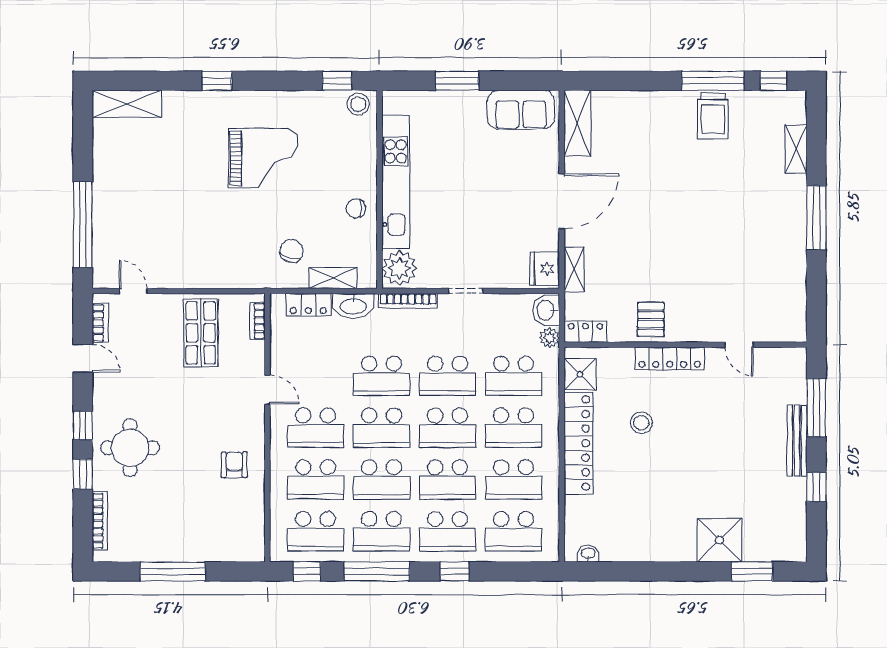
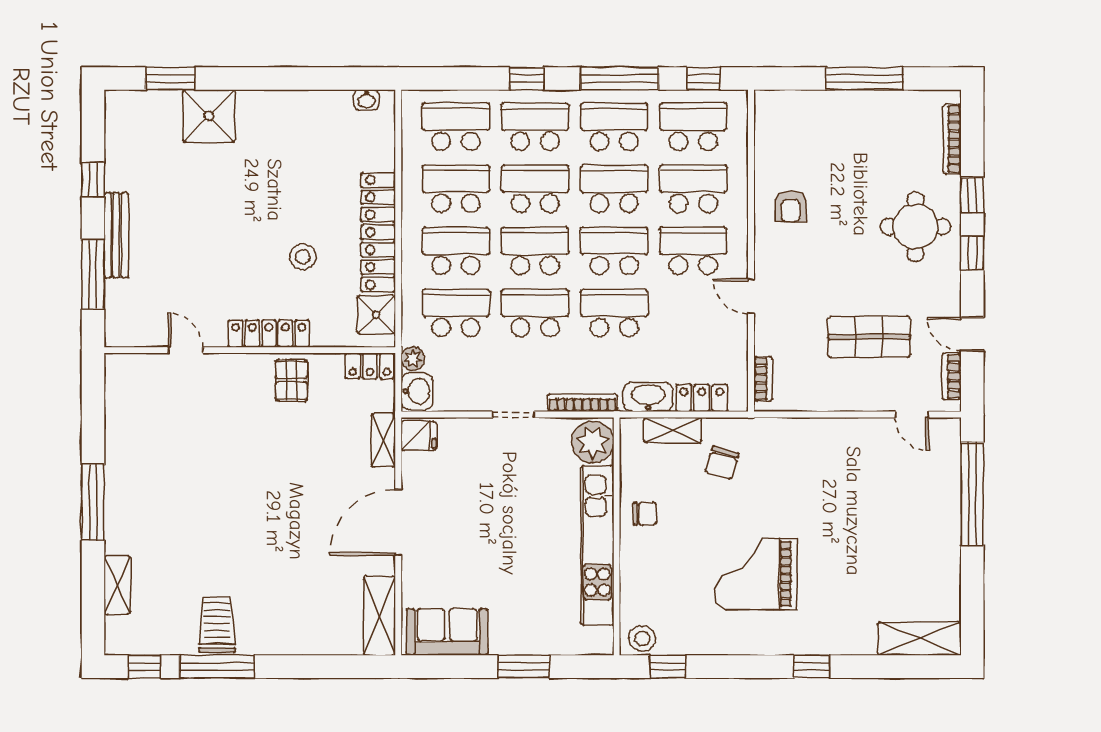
fridge: (545, 269) -> (419, 436), width x0.72
shop shelf: (201, 333) -> (869, 337), moved, turned 90

